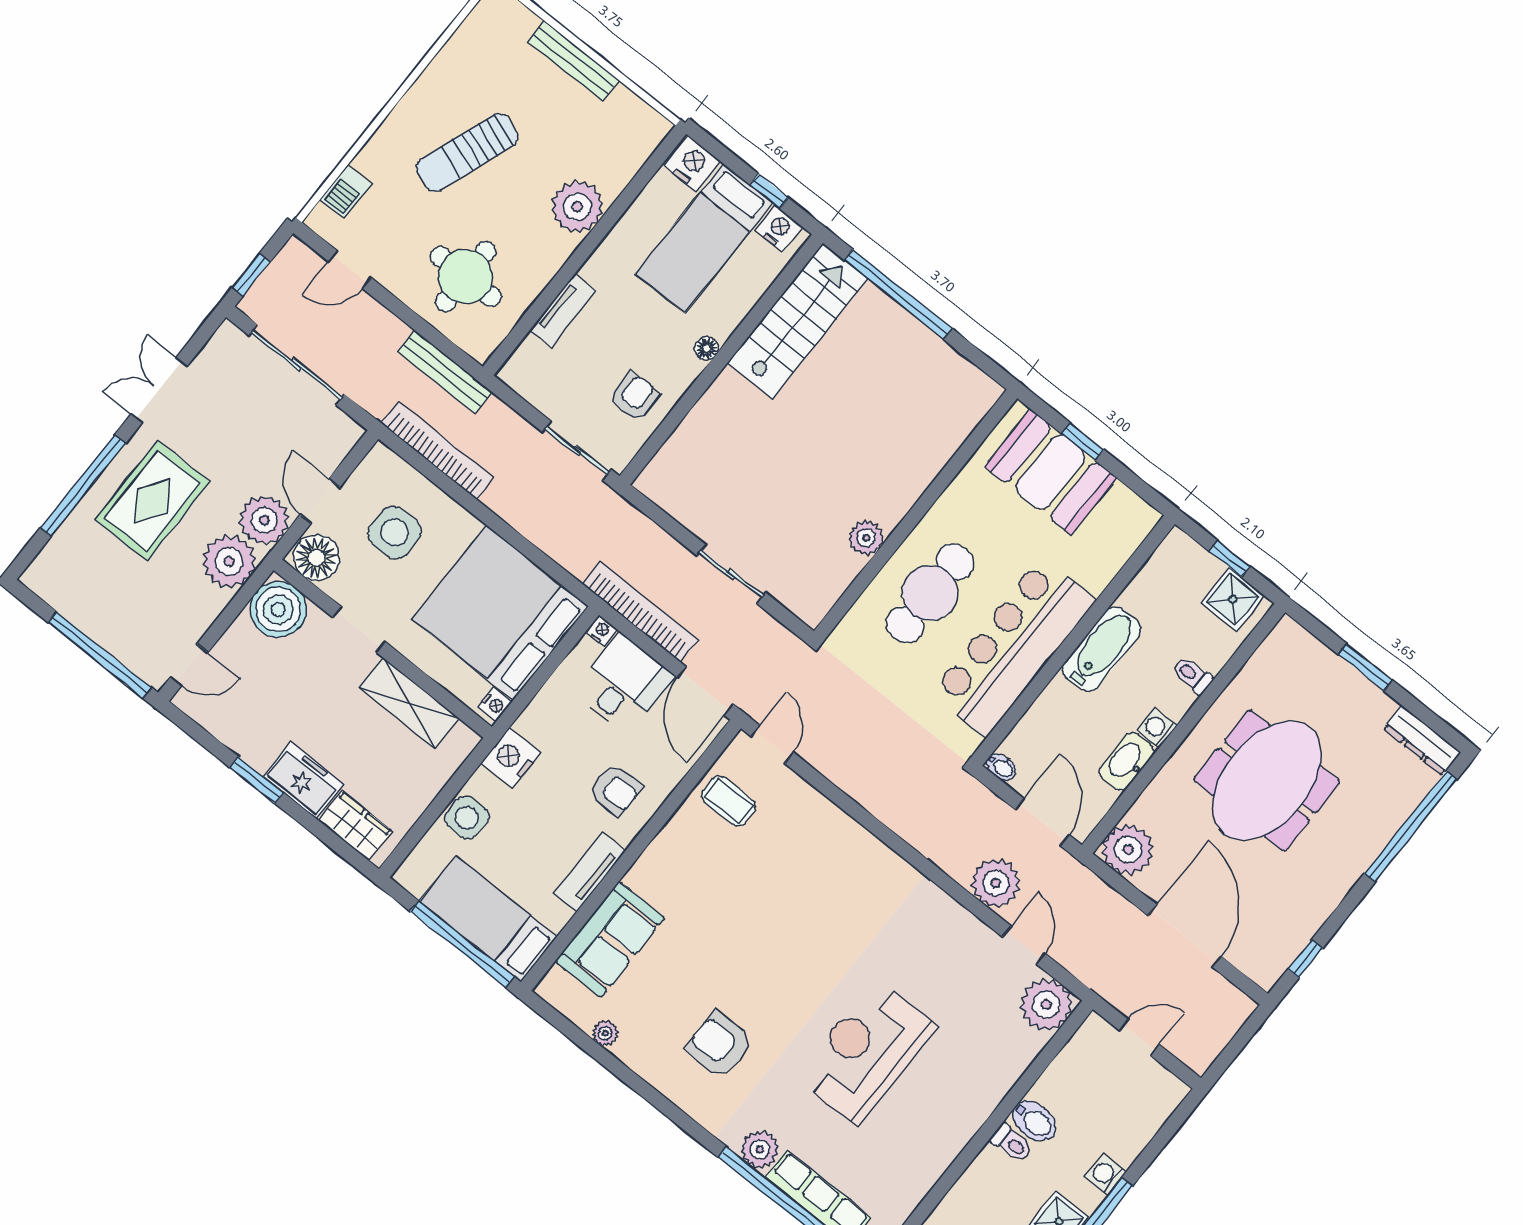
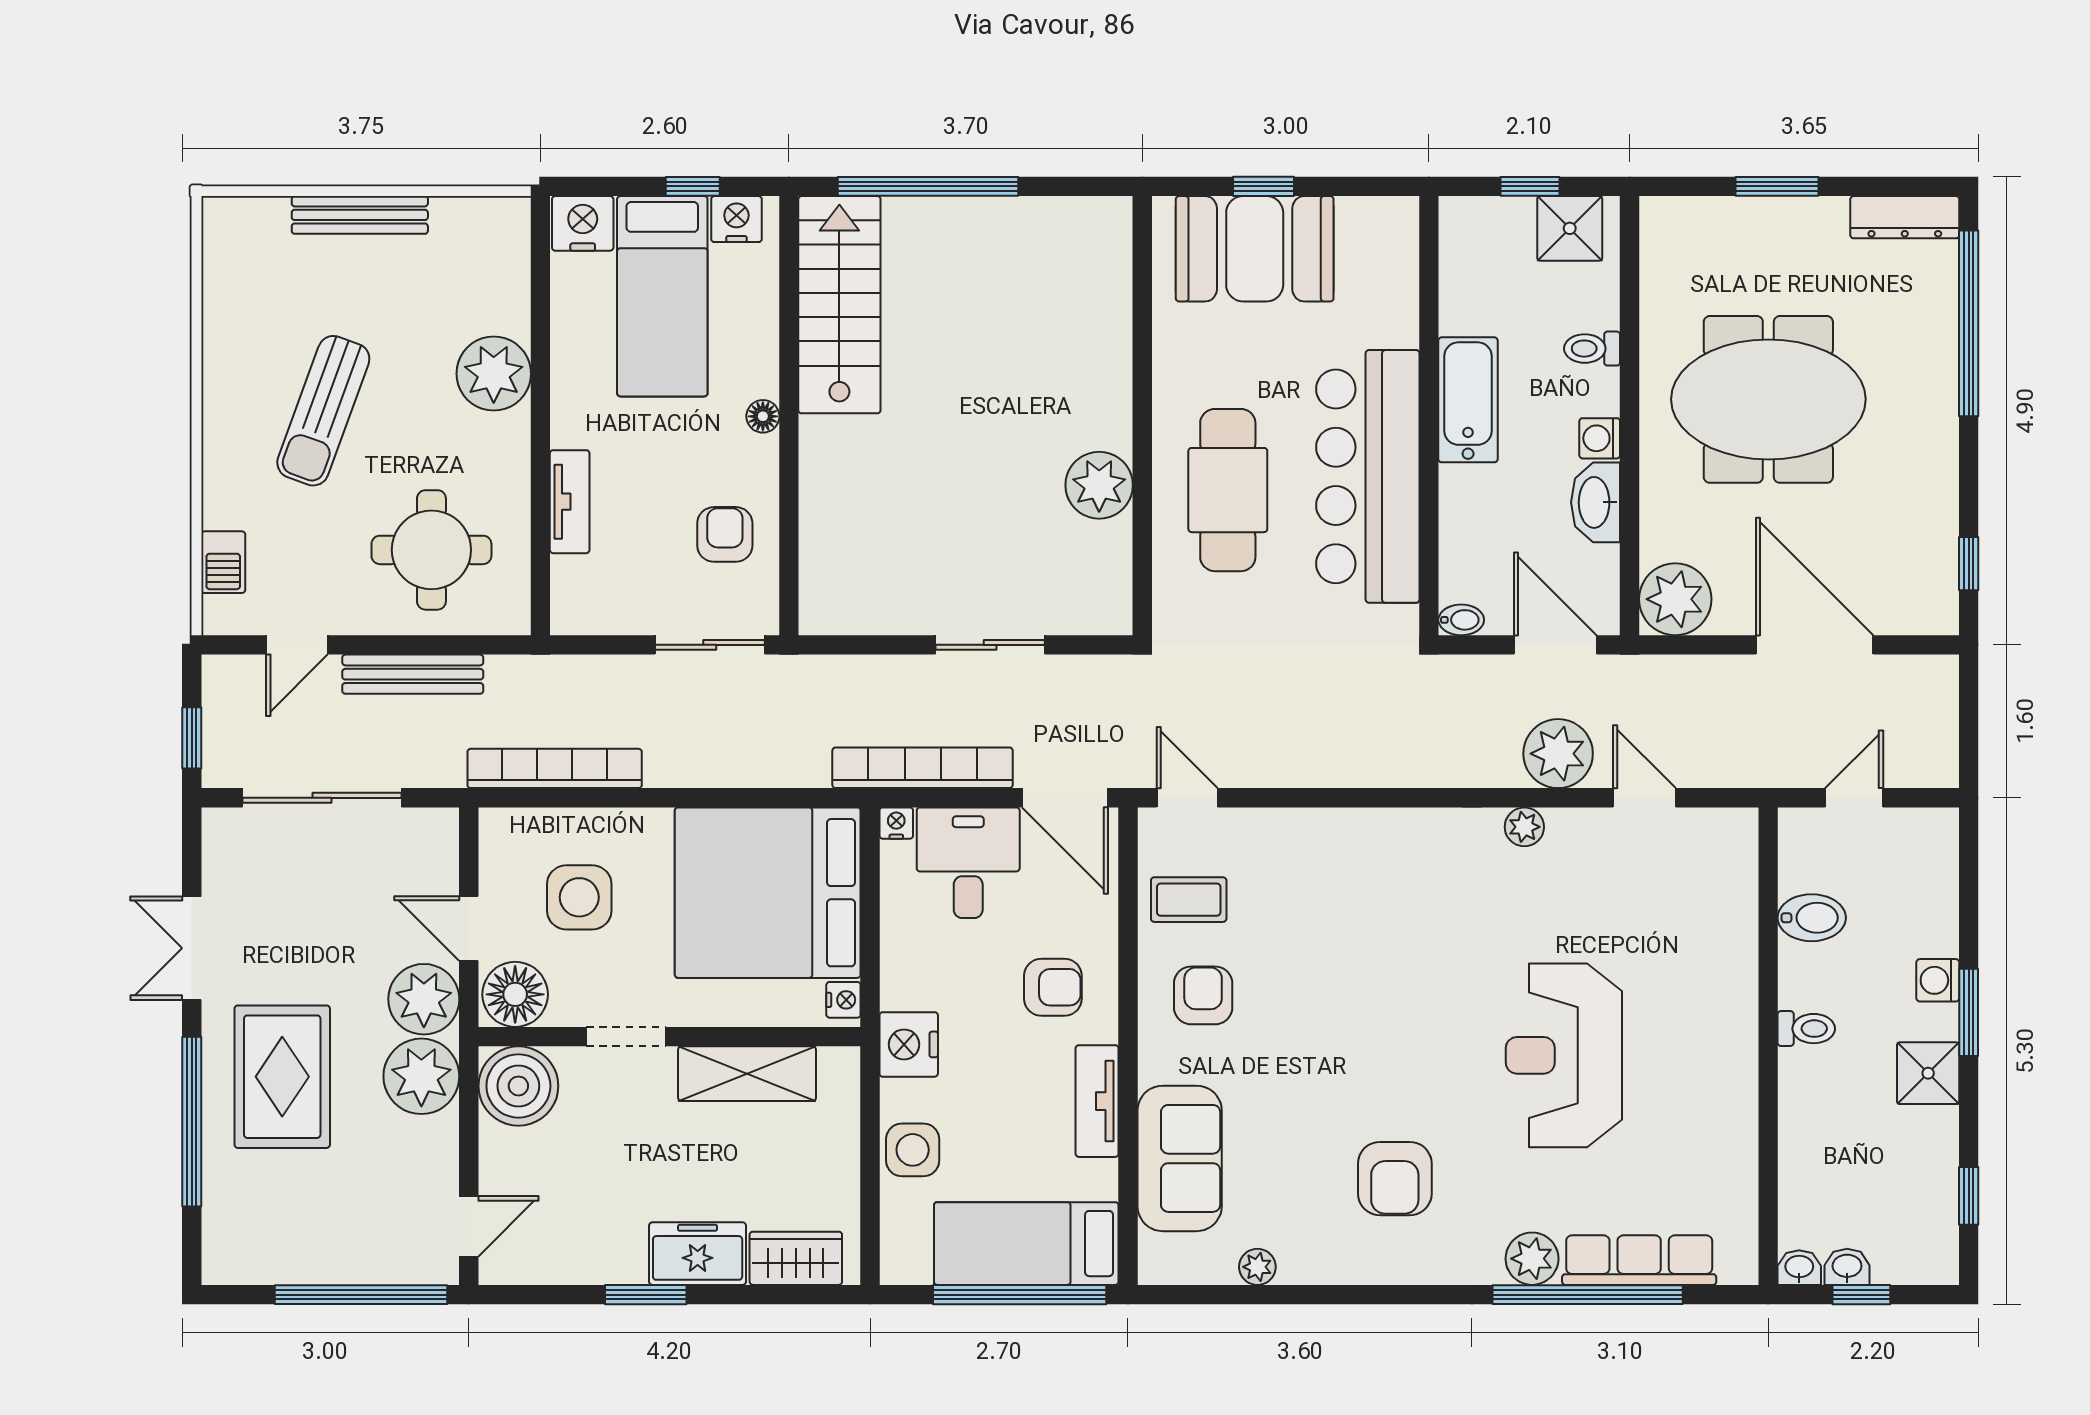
bench: (445, 372) -> (413, 674), moved
plant: (866, 538) -> (1099, 485), width x1.36, depth x1.36
meeting table: (1267, 781) -> (1768, 399), turned 90
armchair: (694, 860) -> (1203, 995), added
plant: (1046, 1005) -> (1524, 827), moved, width x0.53, depth x0.53
armchair: (719, 1045) -> (1395, 1179), turned -90
bidet: (1034, 1121) -> (1812, 918), moved

